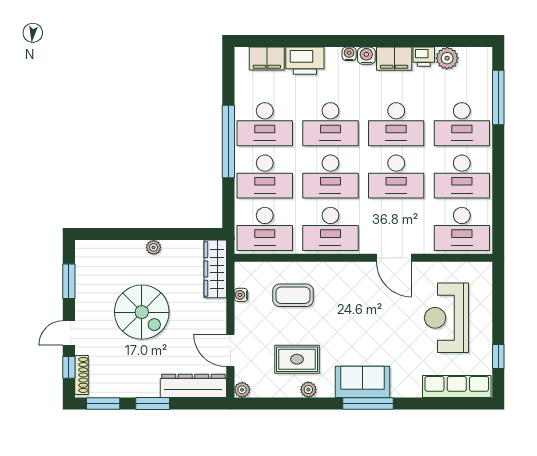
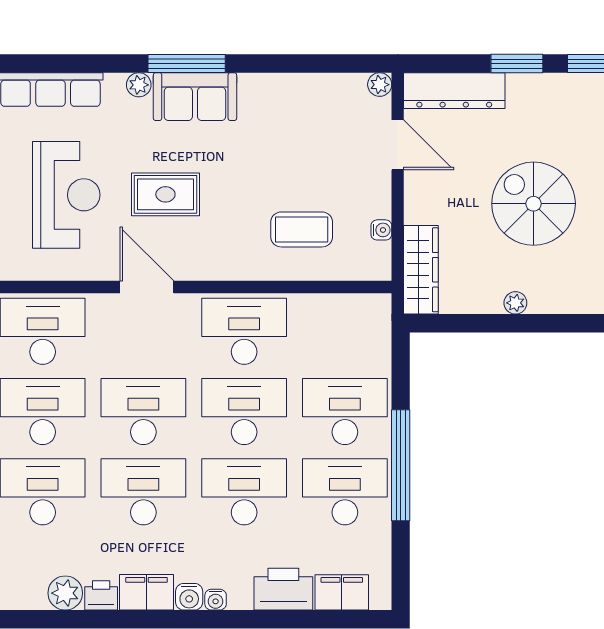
desk: (265, 229) -> (345, 331), removed
rug: (297, 359) -> (165, 194), moved
plant: (308, 390) -> (139, 85), moved

